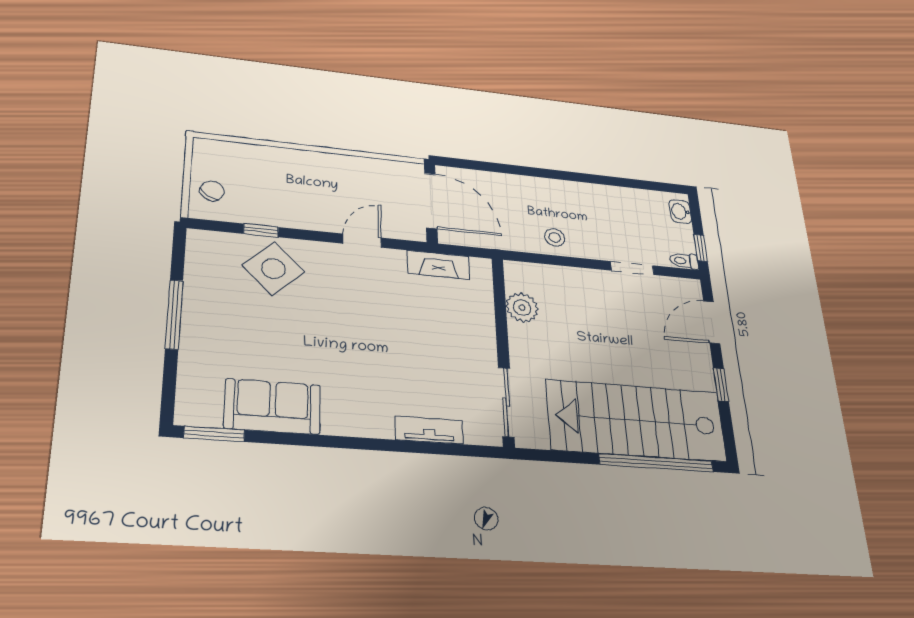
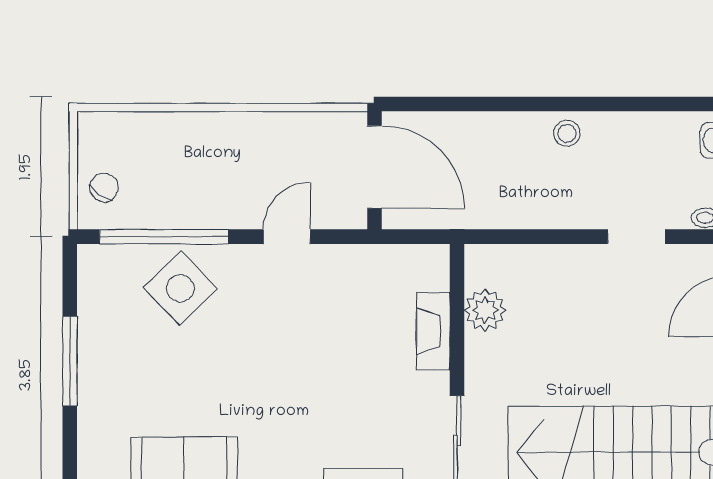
window: (261, 230) -> (164, 237), width x3.17
stool: (555, 238) -> (567, 133), moved
fireplace: (439, 265) -> (433, 331), moved, turned 90

